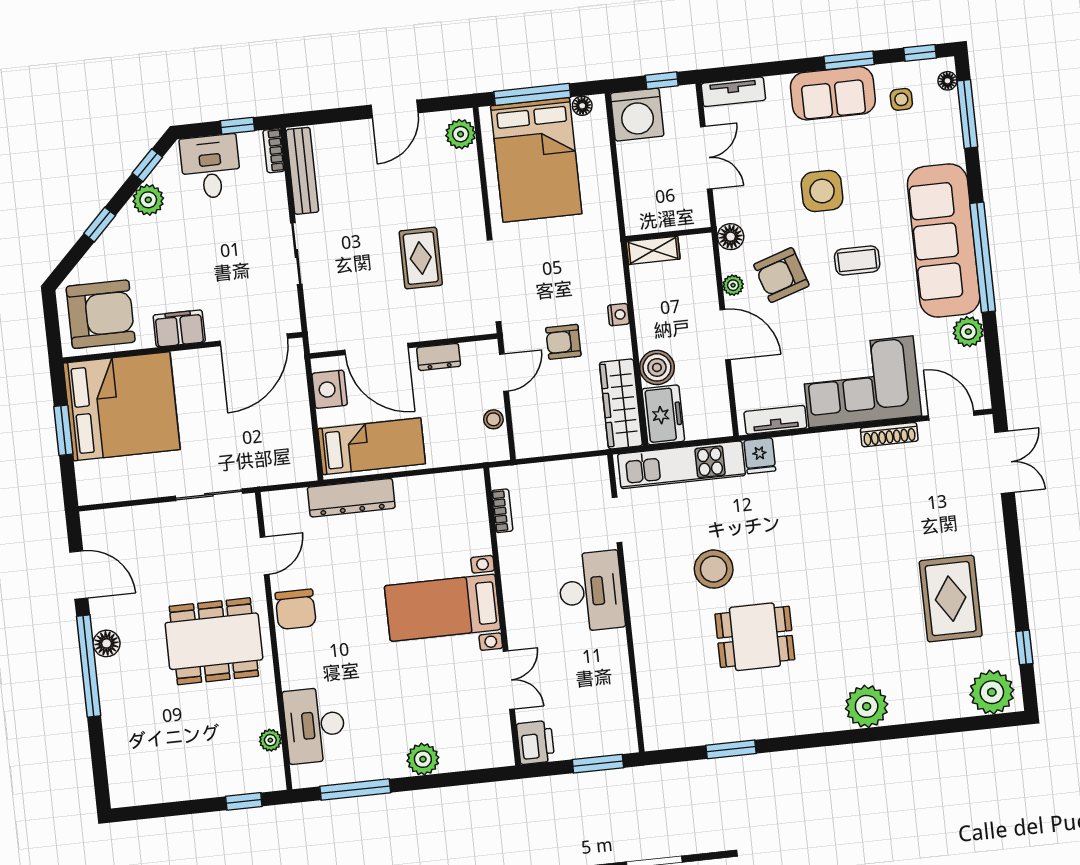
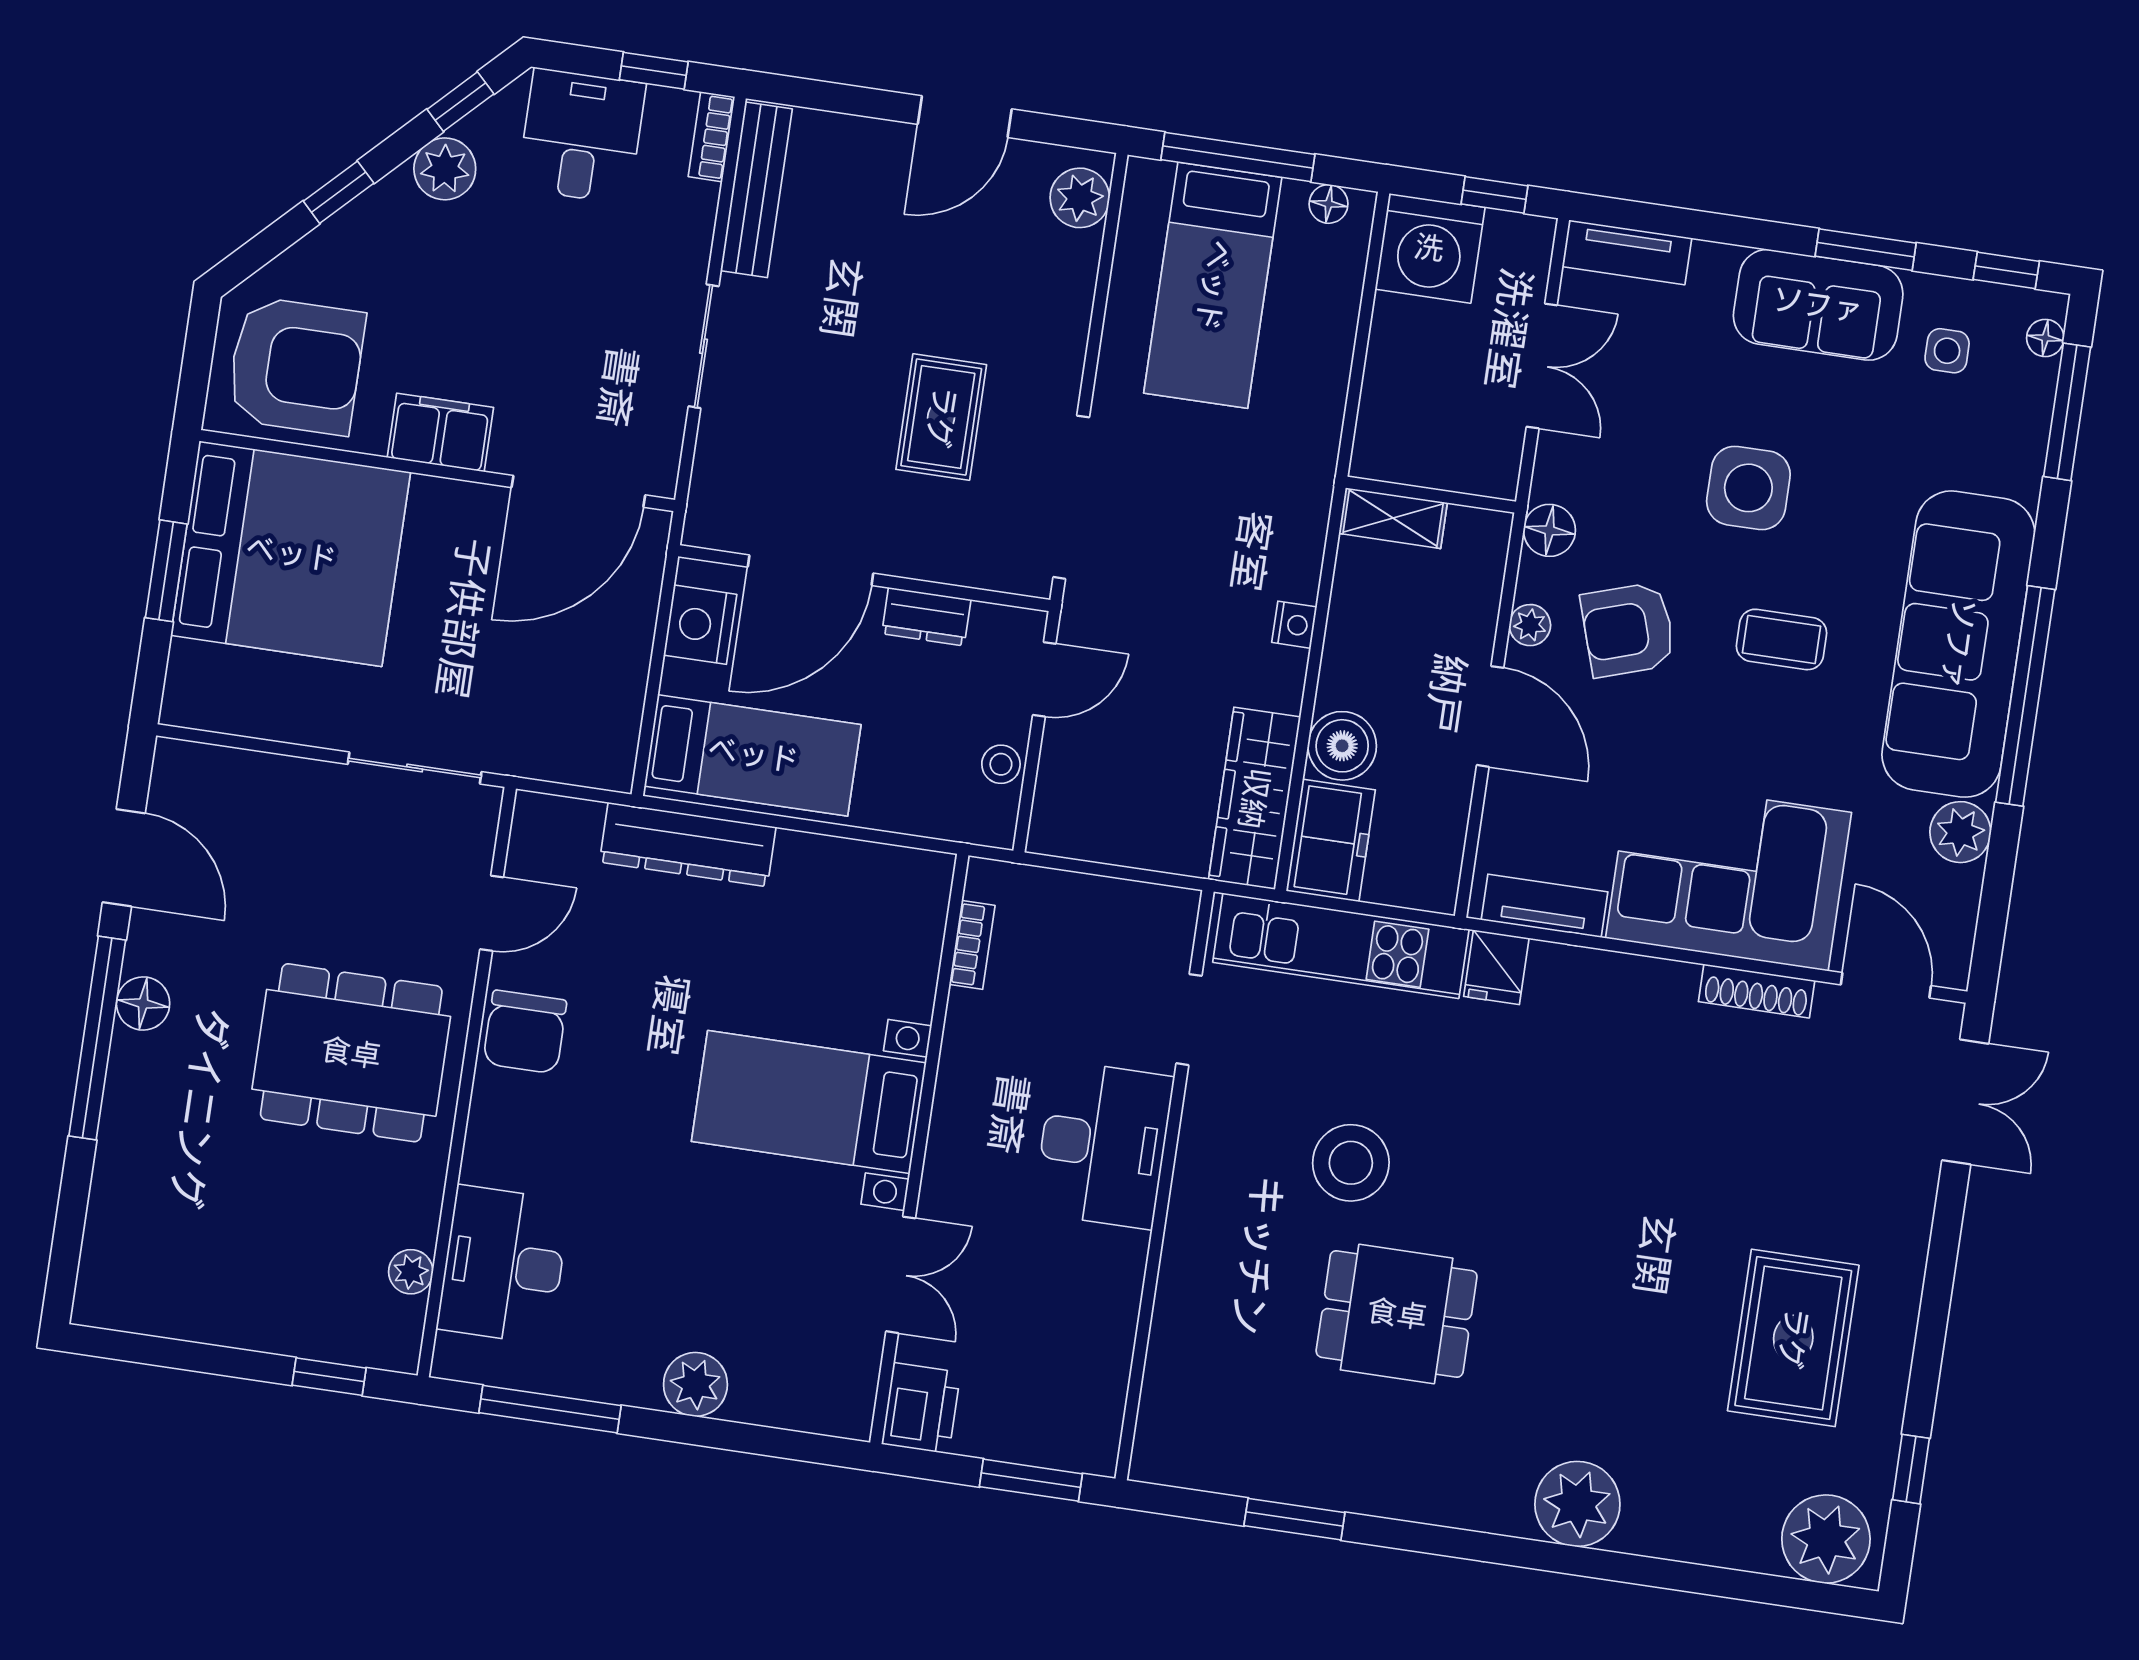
bed: (536, 160) -> (1213, 285), width x0.67
armchair: (563, 342) -> (1174, 650), removed
door: (376, 349) -> (811, 570), hinge flipped

